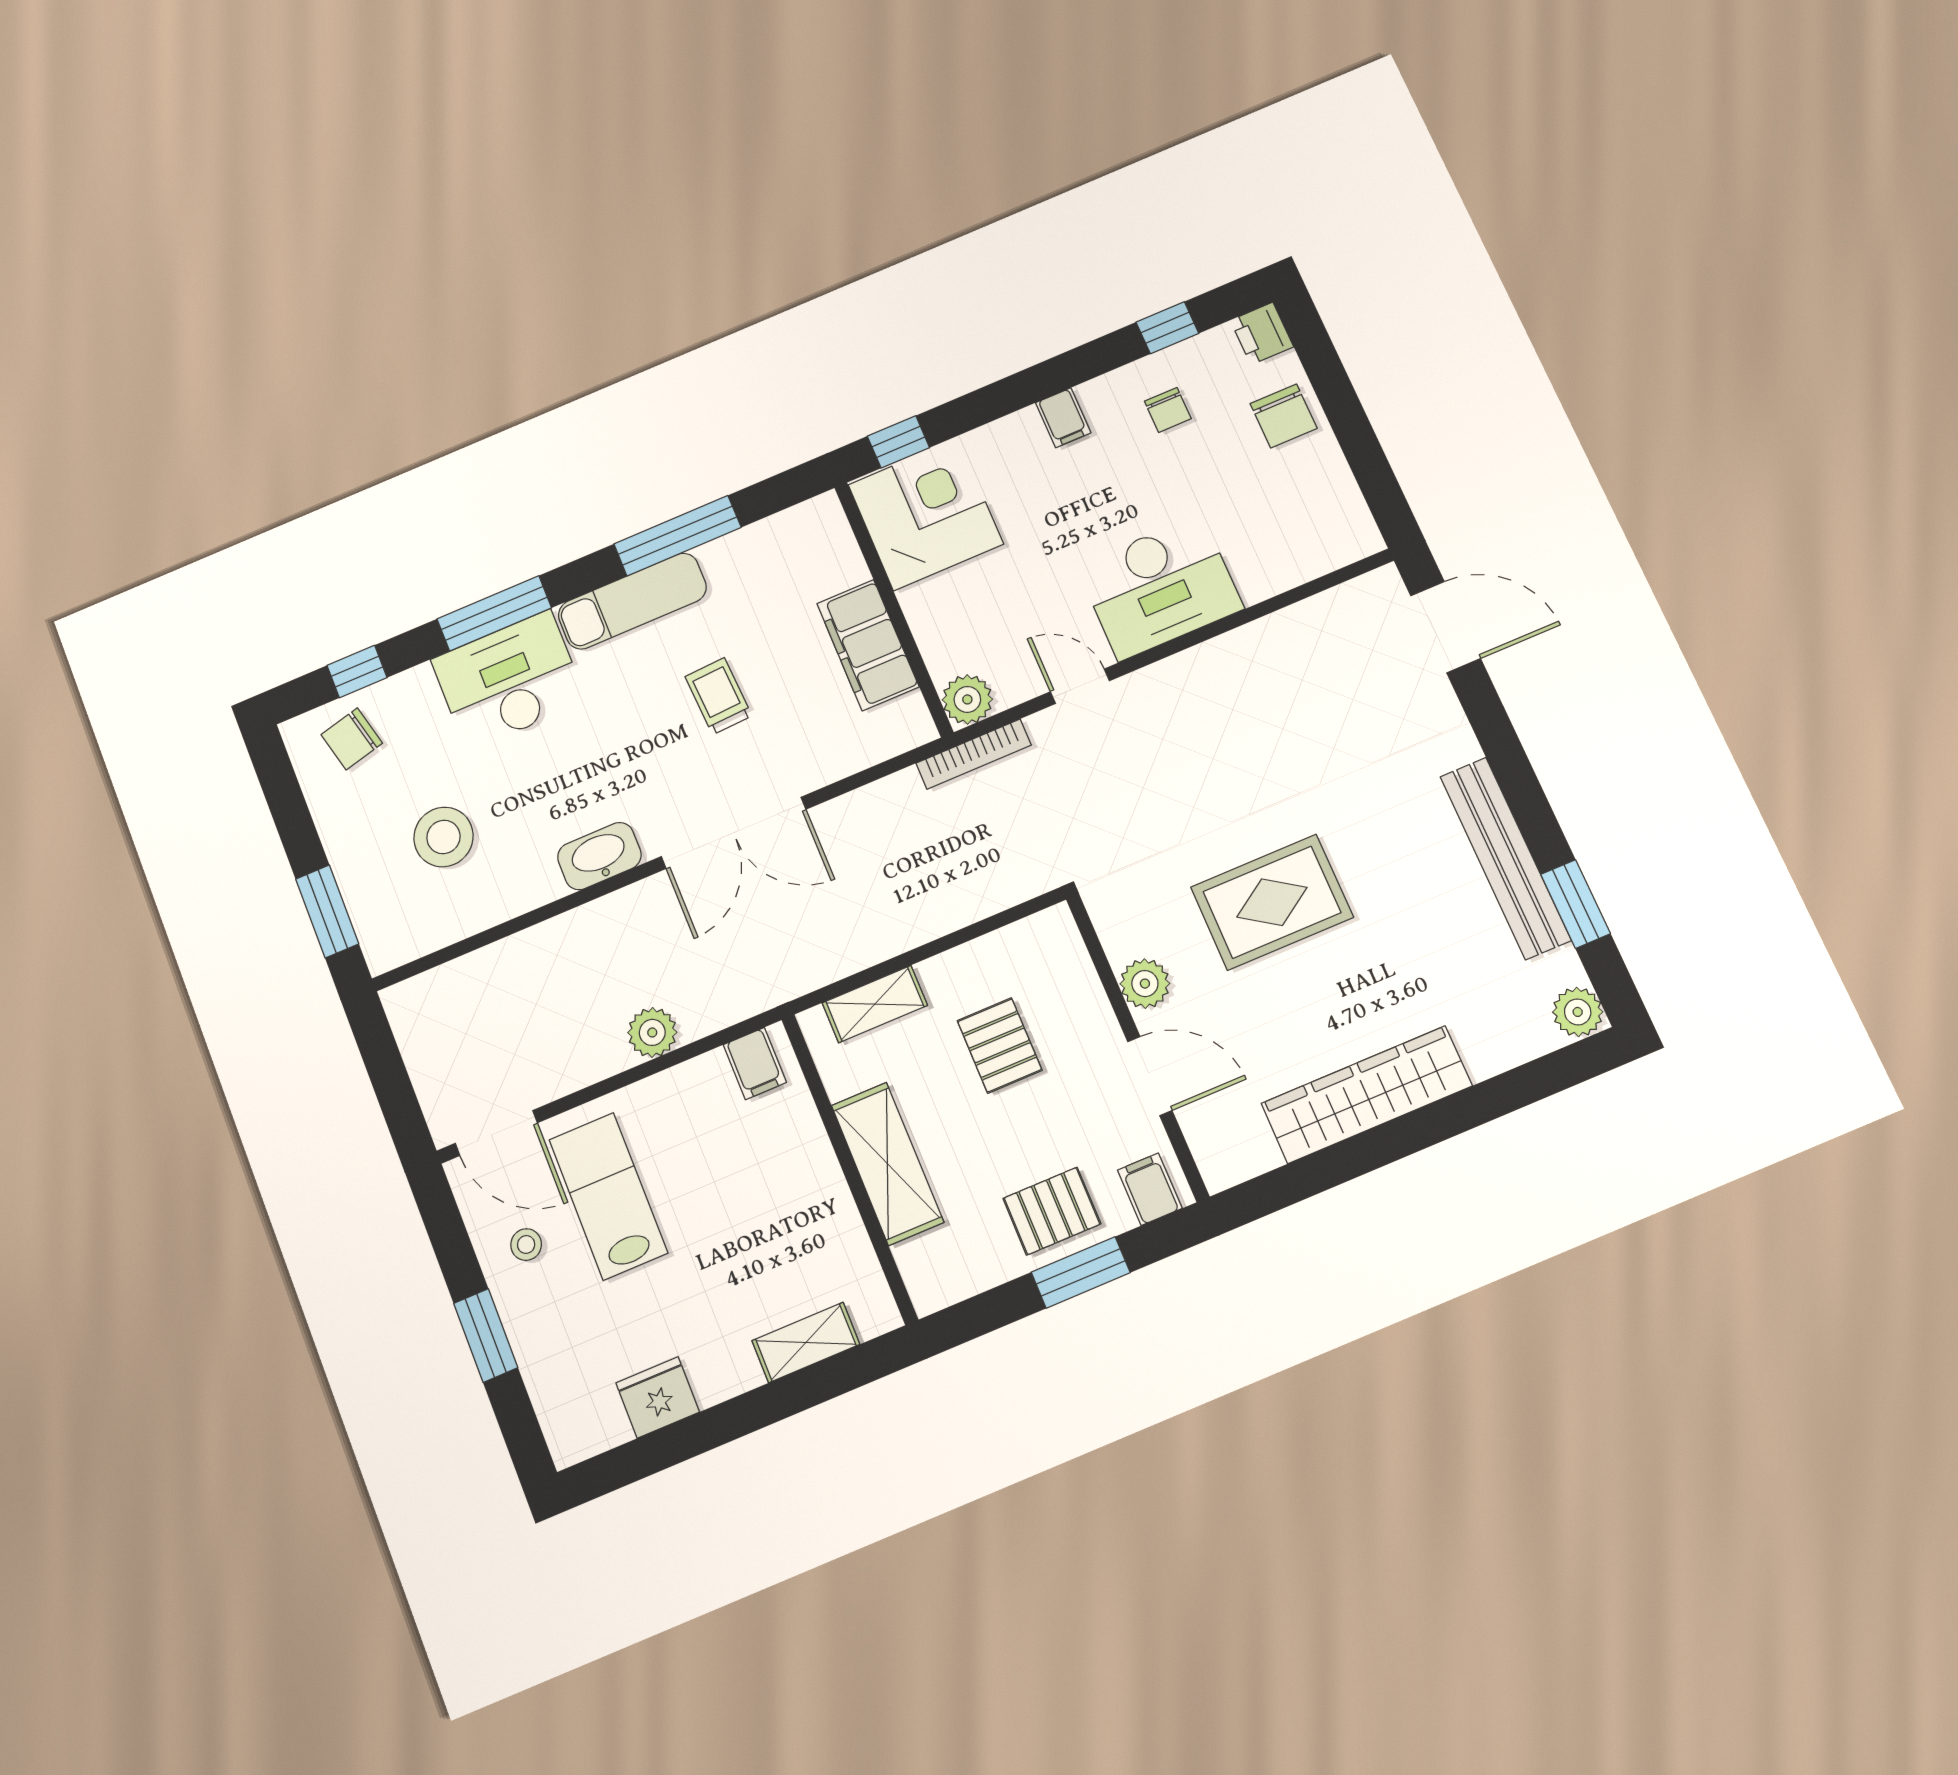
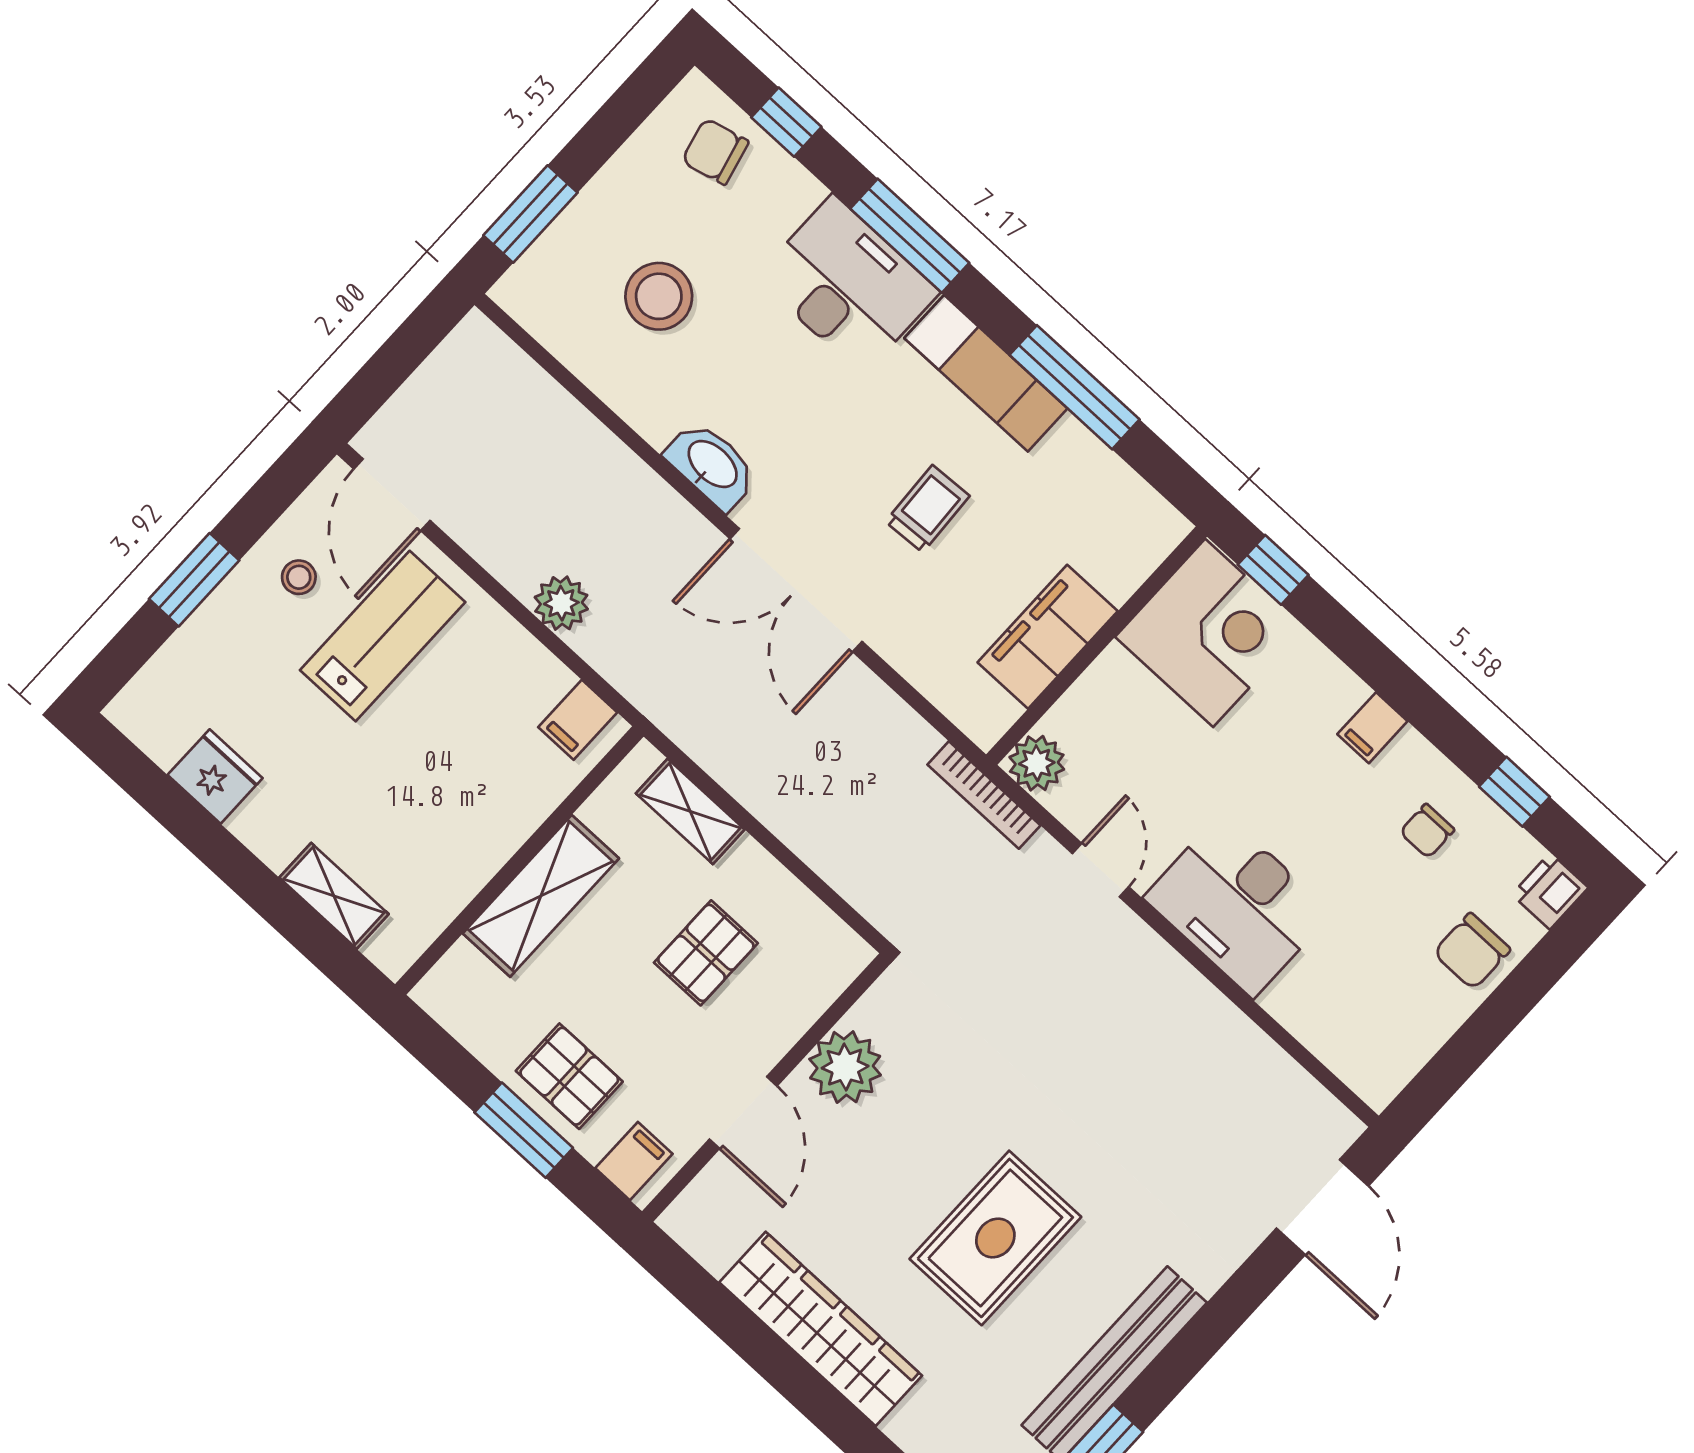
rug: (1272, 902) -> (995, 1238), moved, turned 90
plant: (1145, 984) -> (845, 1067), width x1.36, depth x1.36

